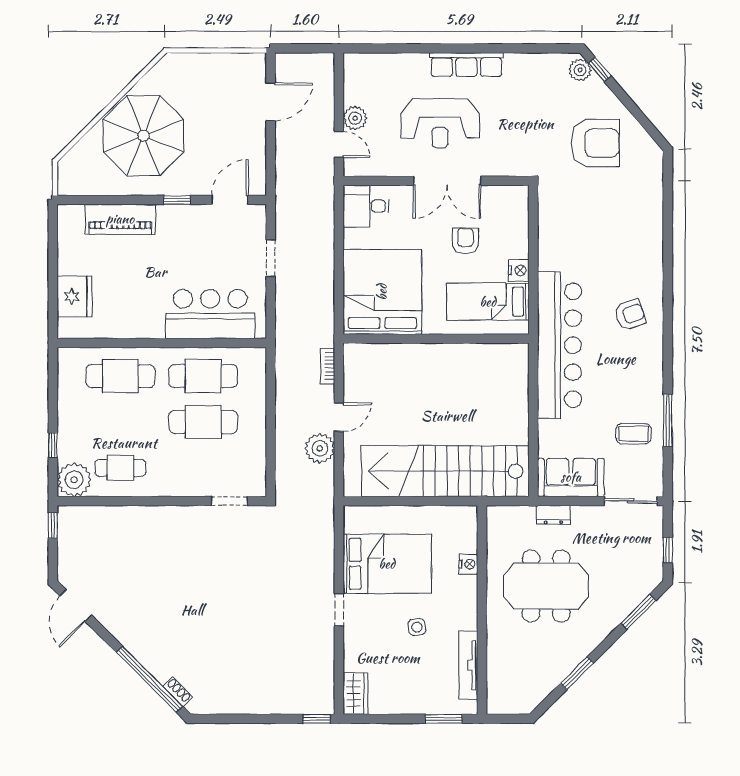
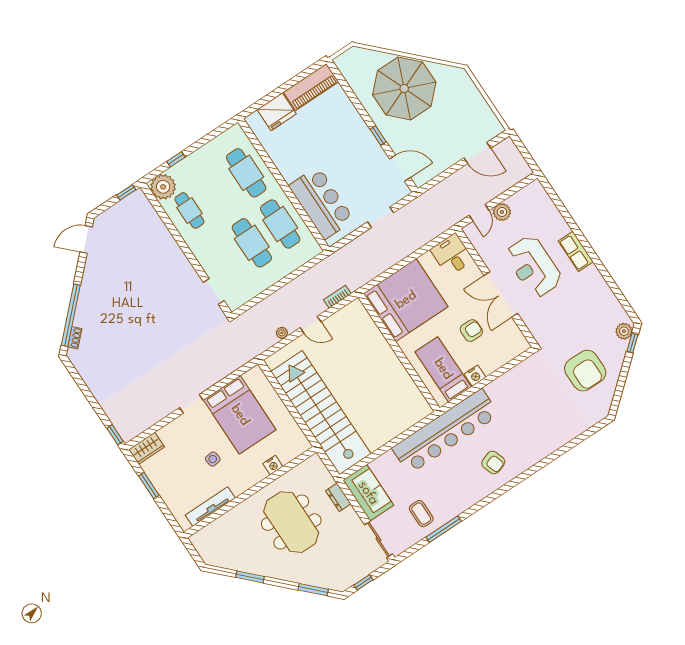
row of seats: (466, 65) -> (576, 251), width x0.68
piano: (120, 219) -> (311, 87), moved, turned -90
plant: (320, 448) -> (282, 333), width x0.53, depth x0.53
window: (444, 719) -> (149, 486), moved

